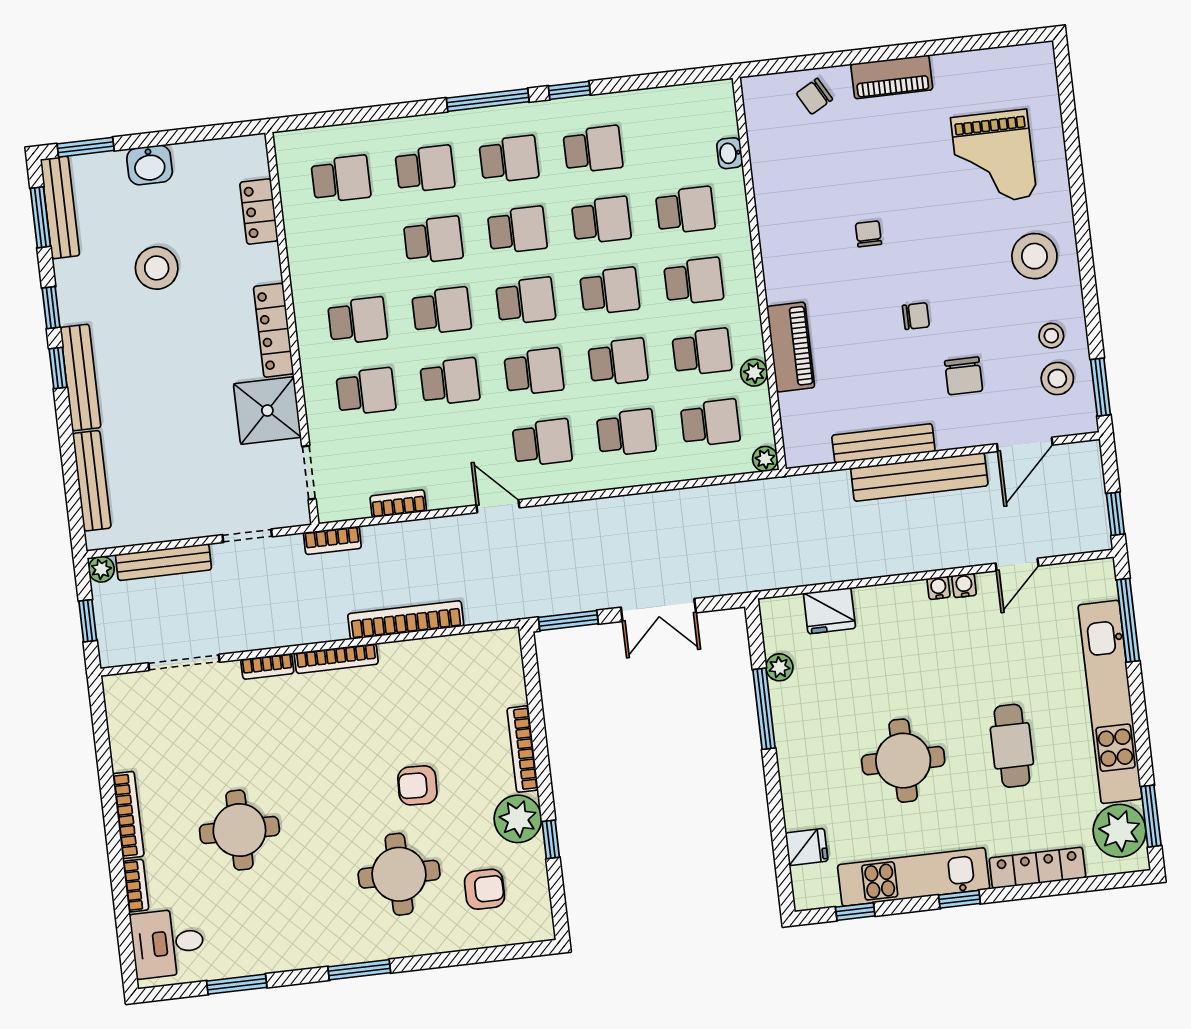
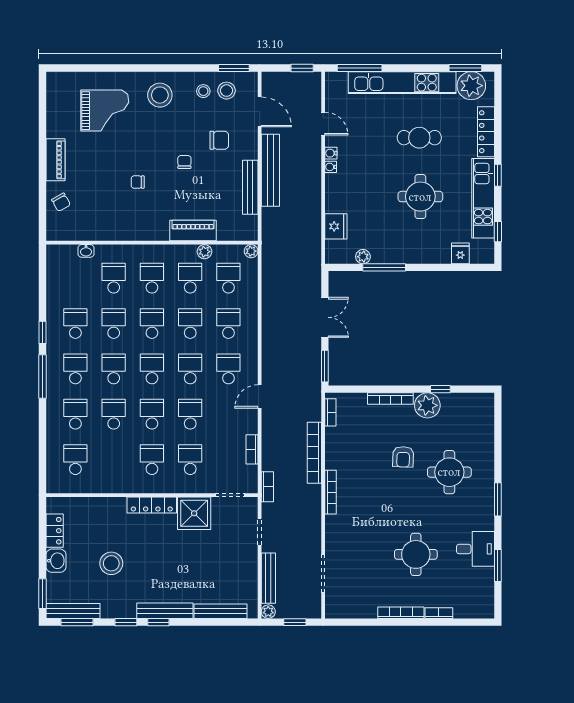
locker: (259, 211) -> (55, 531), moved, turned -90
bookcase: (267, 666) -> (330, 412), moved
armchair: (484, 889) -> (463, 428), removed
desk: (168, 943) -> (475, 549), moved, turned -90

